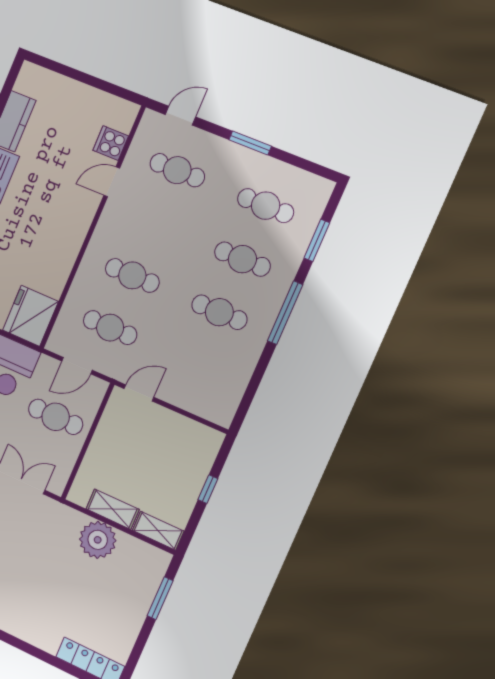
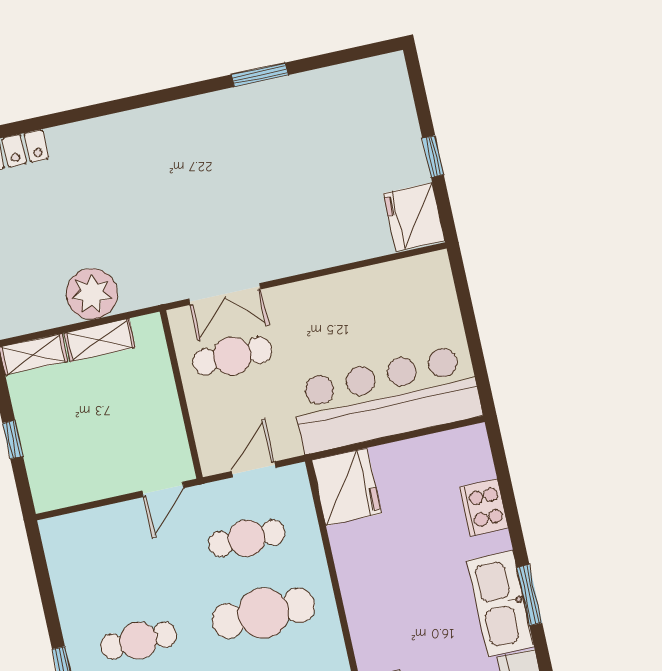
cafe table: (132, 275) -> (263, 613), width x1.37, depth x1.35
cafe table: (56, 417) -> (232, 356), moved

